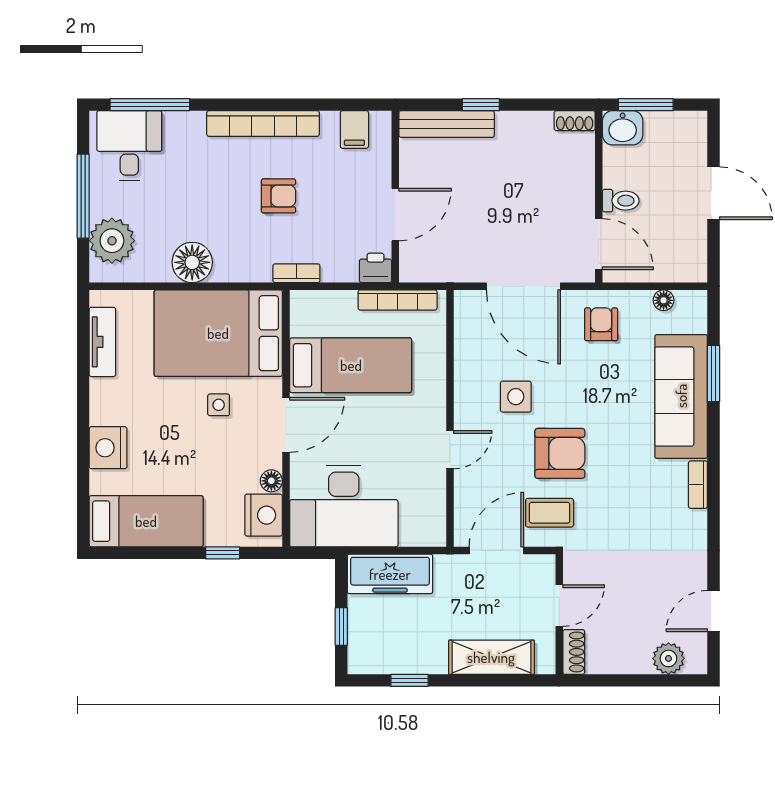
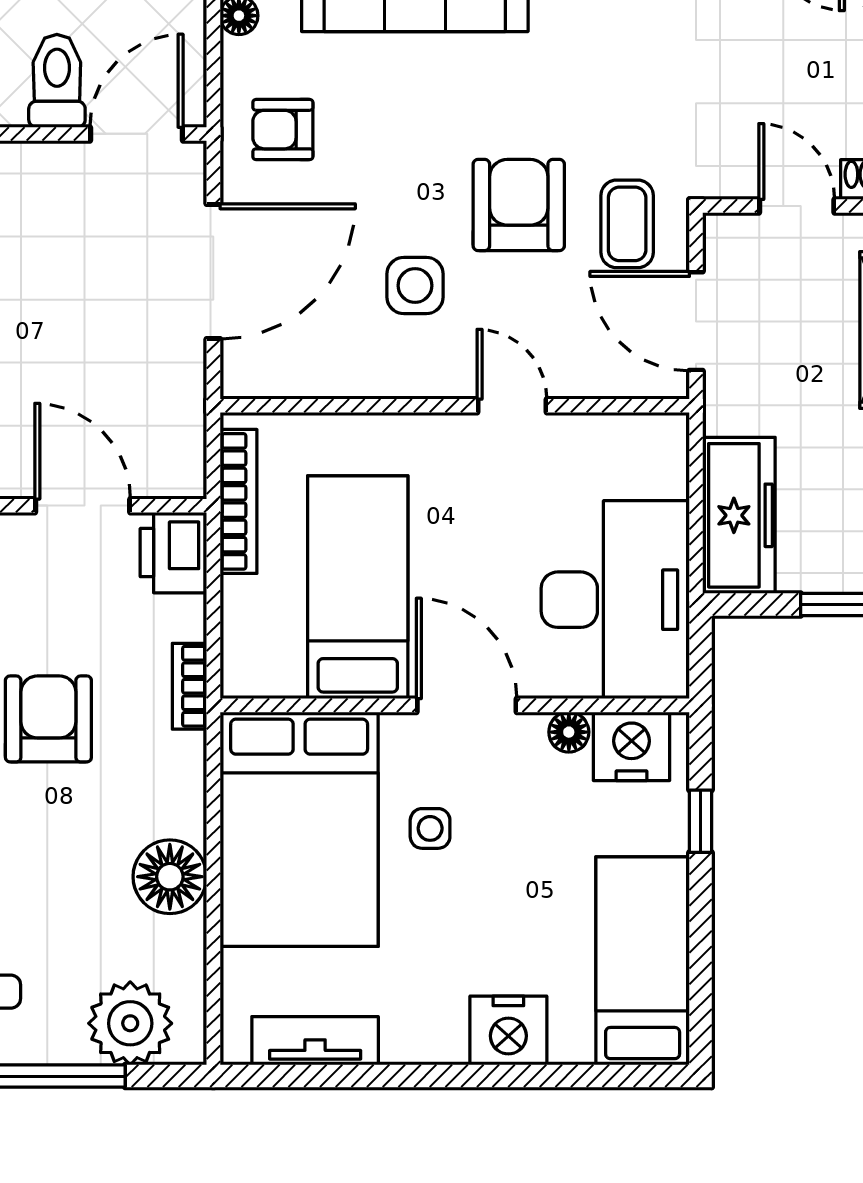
armchair: (279, 196) -> (48, 719), width x1.38, depth x1.38
toilet: (621, 201) -> (57, 81), width x1.37, depth x1.39
printer: (375, 268) -> (173, 553), width x1.36, depth x1.24

